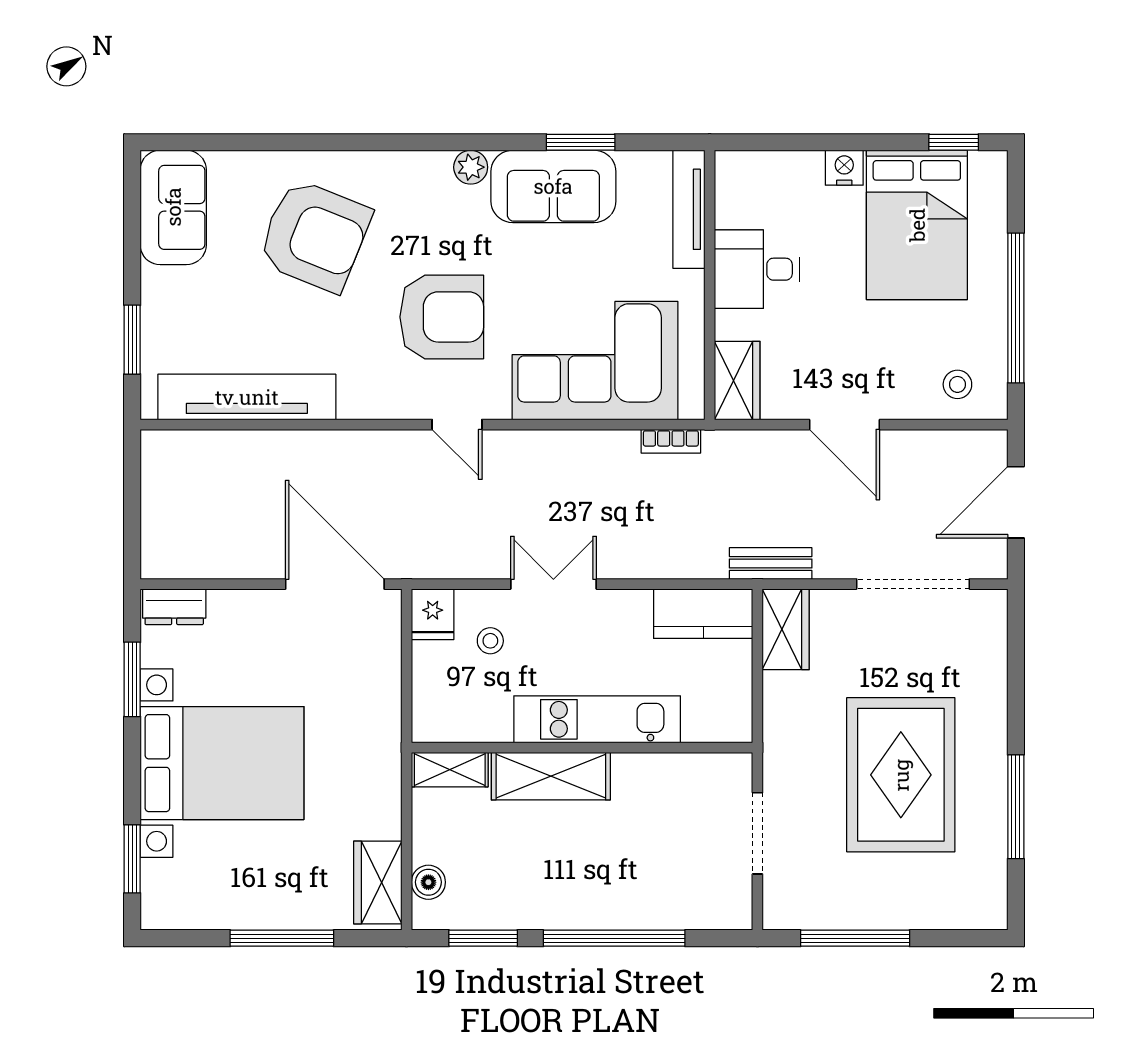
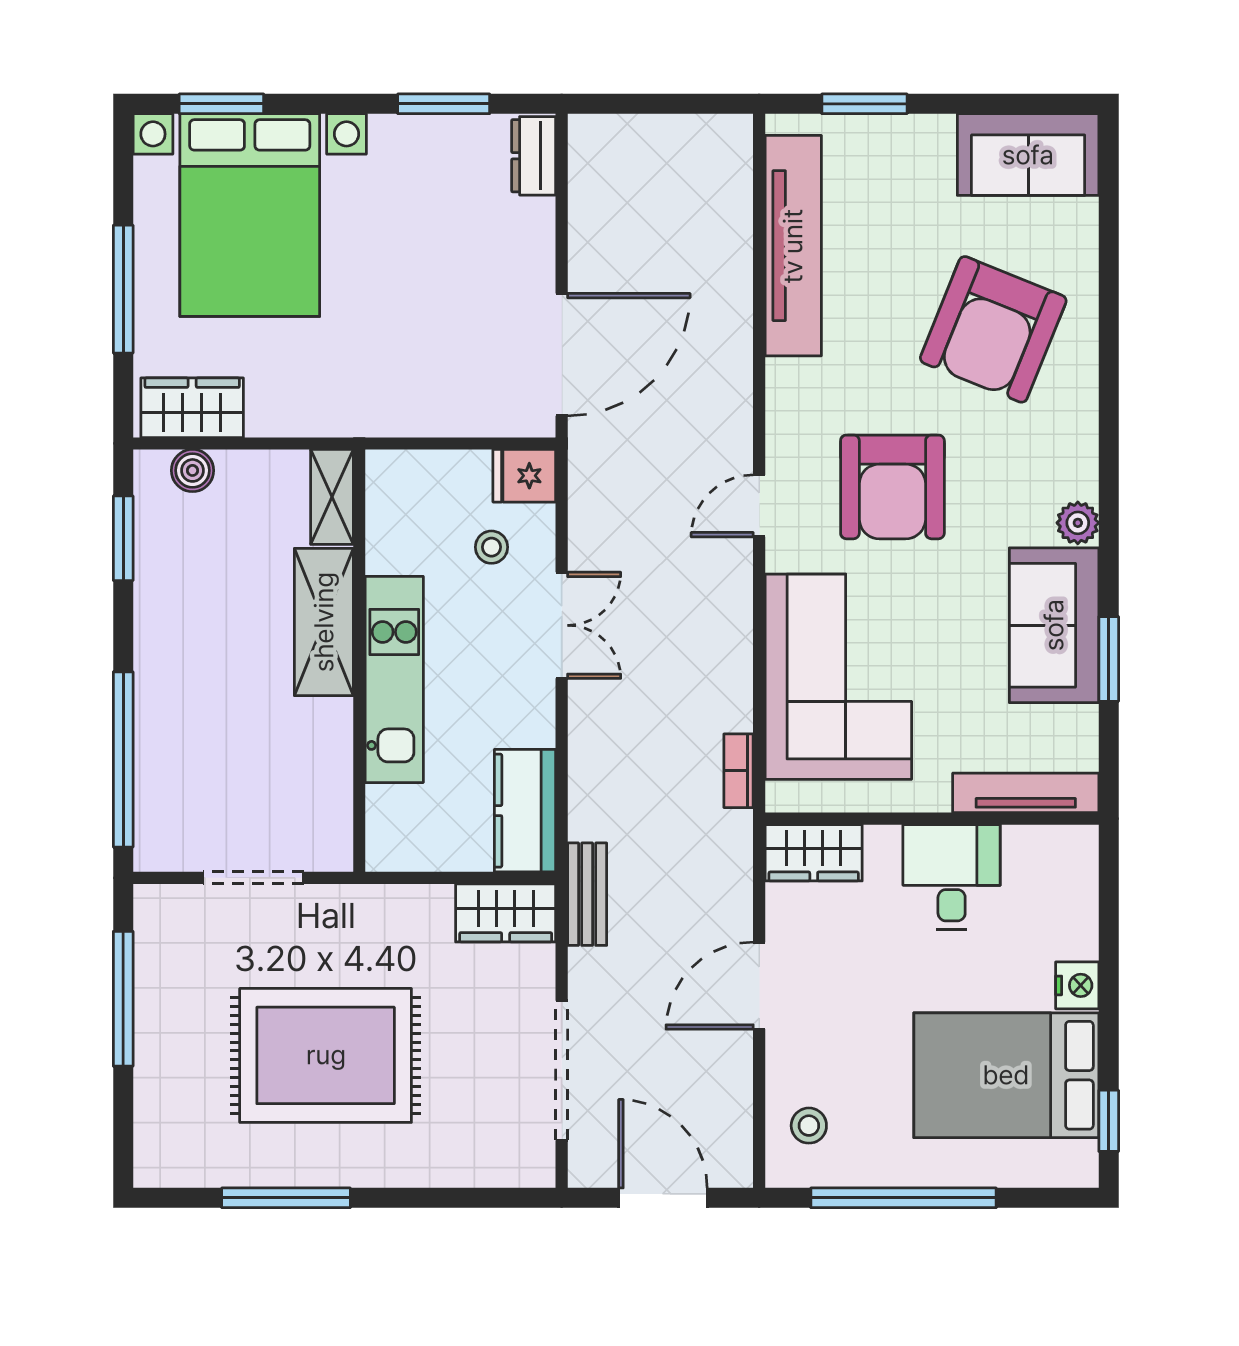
bed with nightstands: (222, 763) -> (250, 215), moved
window: (614, 938) -> (123, 759), moved

